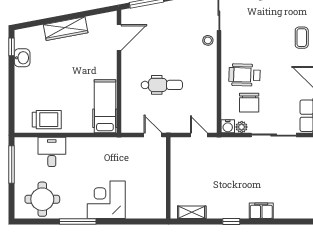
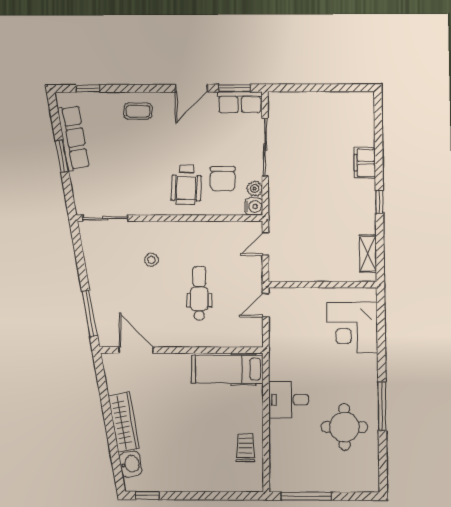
stool: (208, 40) -> (151, 260), moved
washbasin: (22, 58) -> (131, 464), moved, turned 79
chair: (249, 103) -> (223, 179), turned 90
trolley: (47, 120) -> (245, 448), width x0.73, depth x0.72
desk: (52, 152) -> (289, 400), moved
round table: (42, 199) -> (344, 427), moved
corner desk: (106, 200) -> (352, 327), moved

